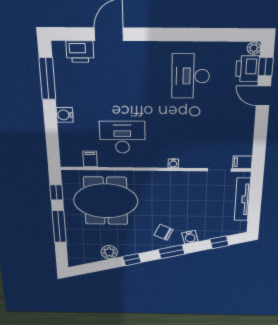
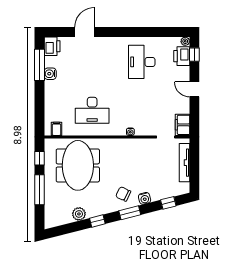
printer: (80, 52) -> (52, 46), moved, turned -90
door: (263, 96) -> (194, 89), moved
water cooler: (65, 115) -> (50, 74), moved
desk: (122, 137) -> (92, 110), turned 180
filing cabinet: (90, 159) -> (56, 129), moved
filing cabinet: (242, 162) -> (183, 125), width x2.00
meeting table: (106, 201) -> (78, 165), turned 90

